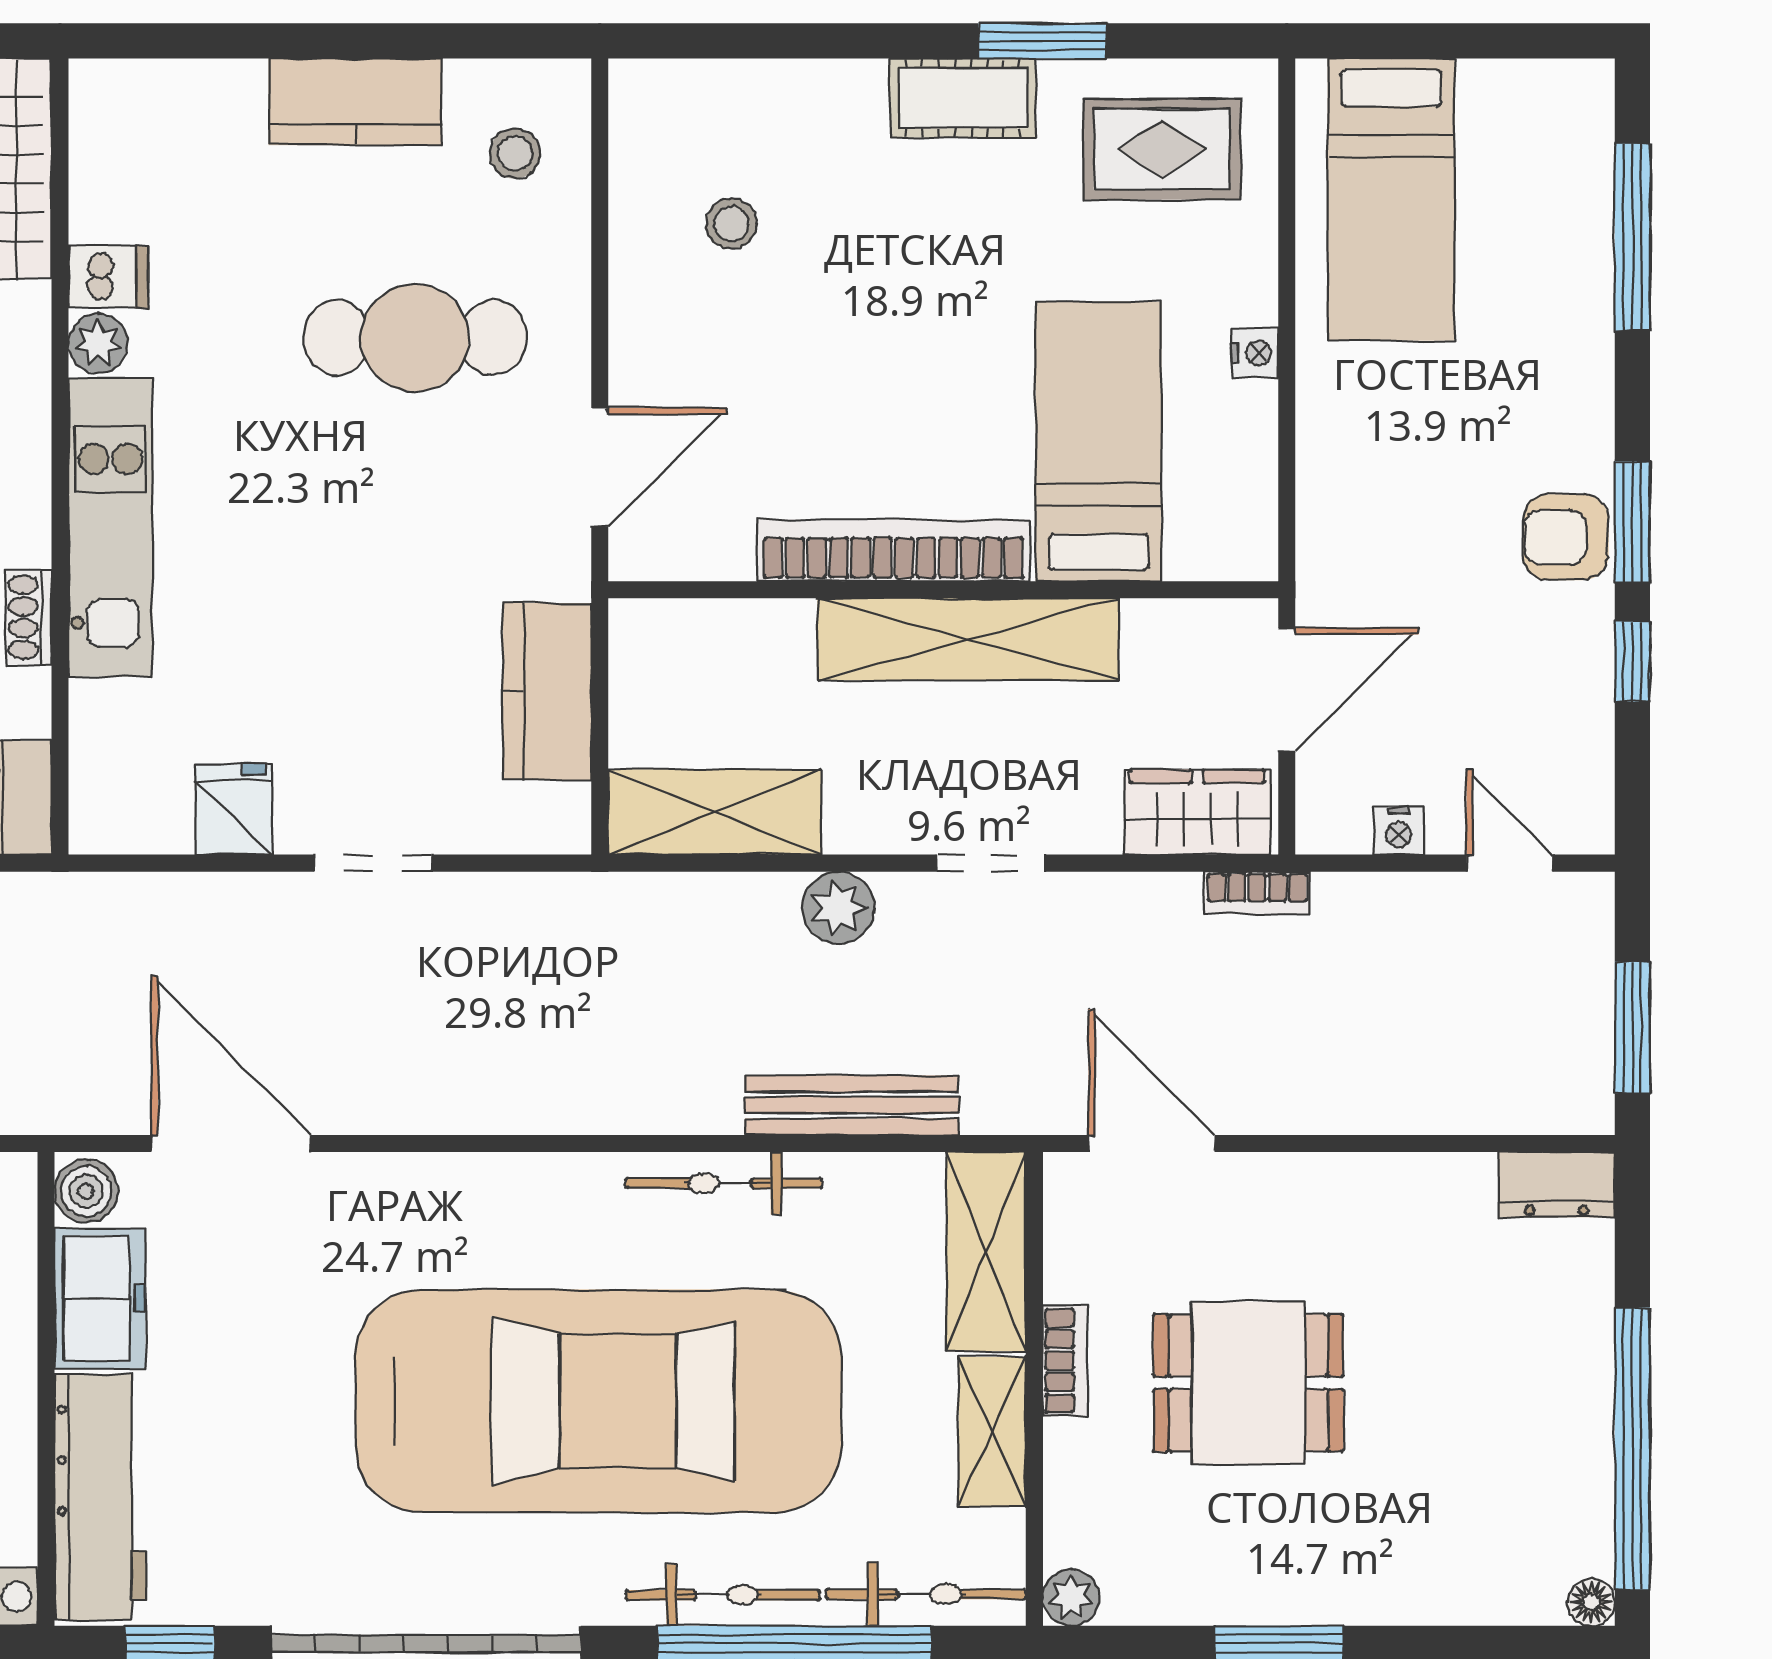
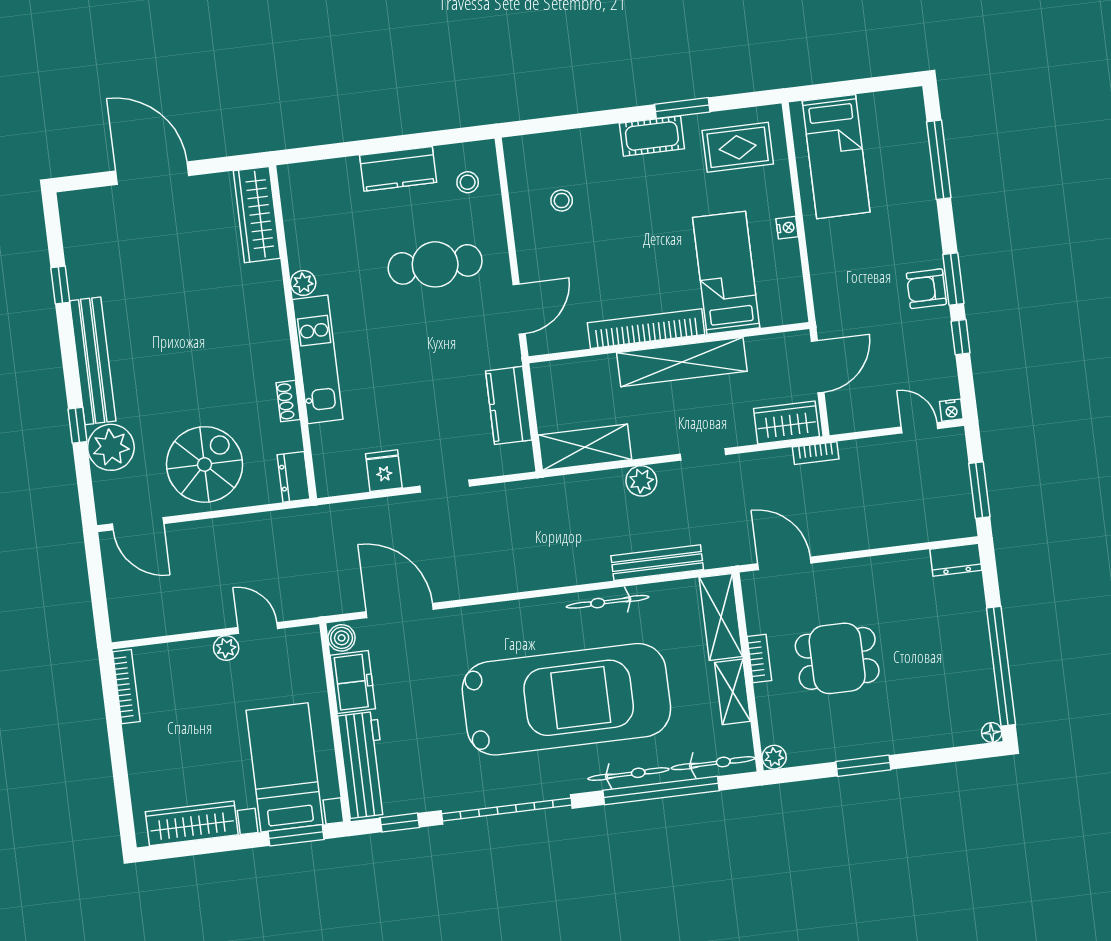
dishwasher: (108, 277) -> (304, 255), removed
nightstand: (1399, 831) -> (951, 410), moved

